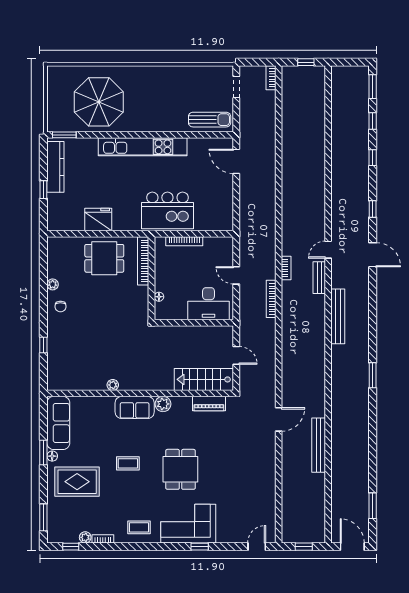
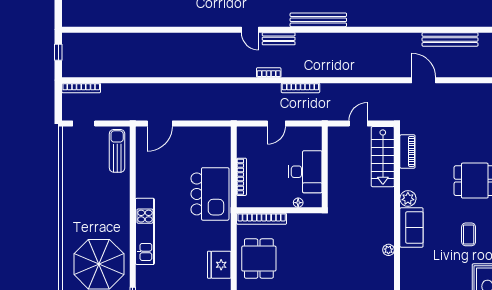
bookcase: (271, 78) -> (81, 88), width x1.56
kitchen unit: (143, 147) -> (145, 231), width x0.73
desk: (209, 304) -> (305, 172), moved

